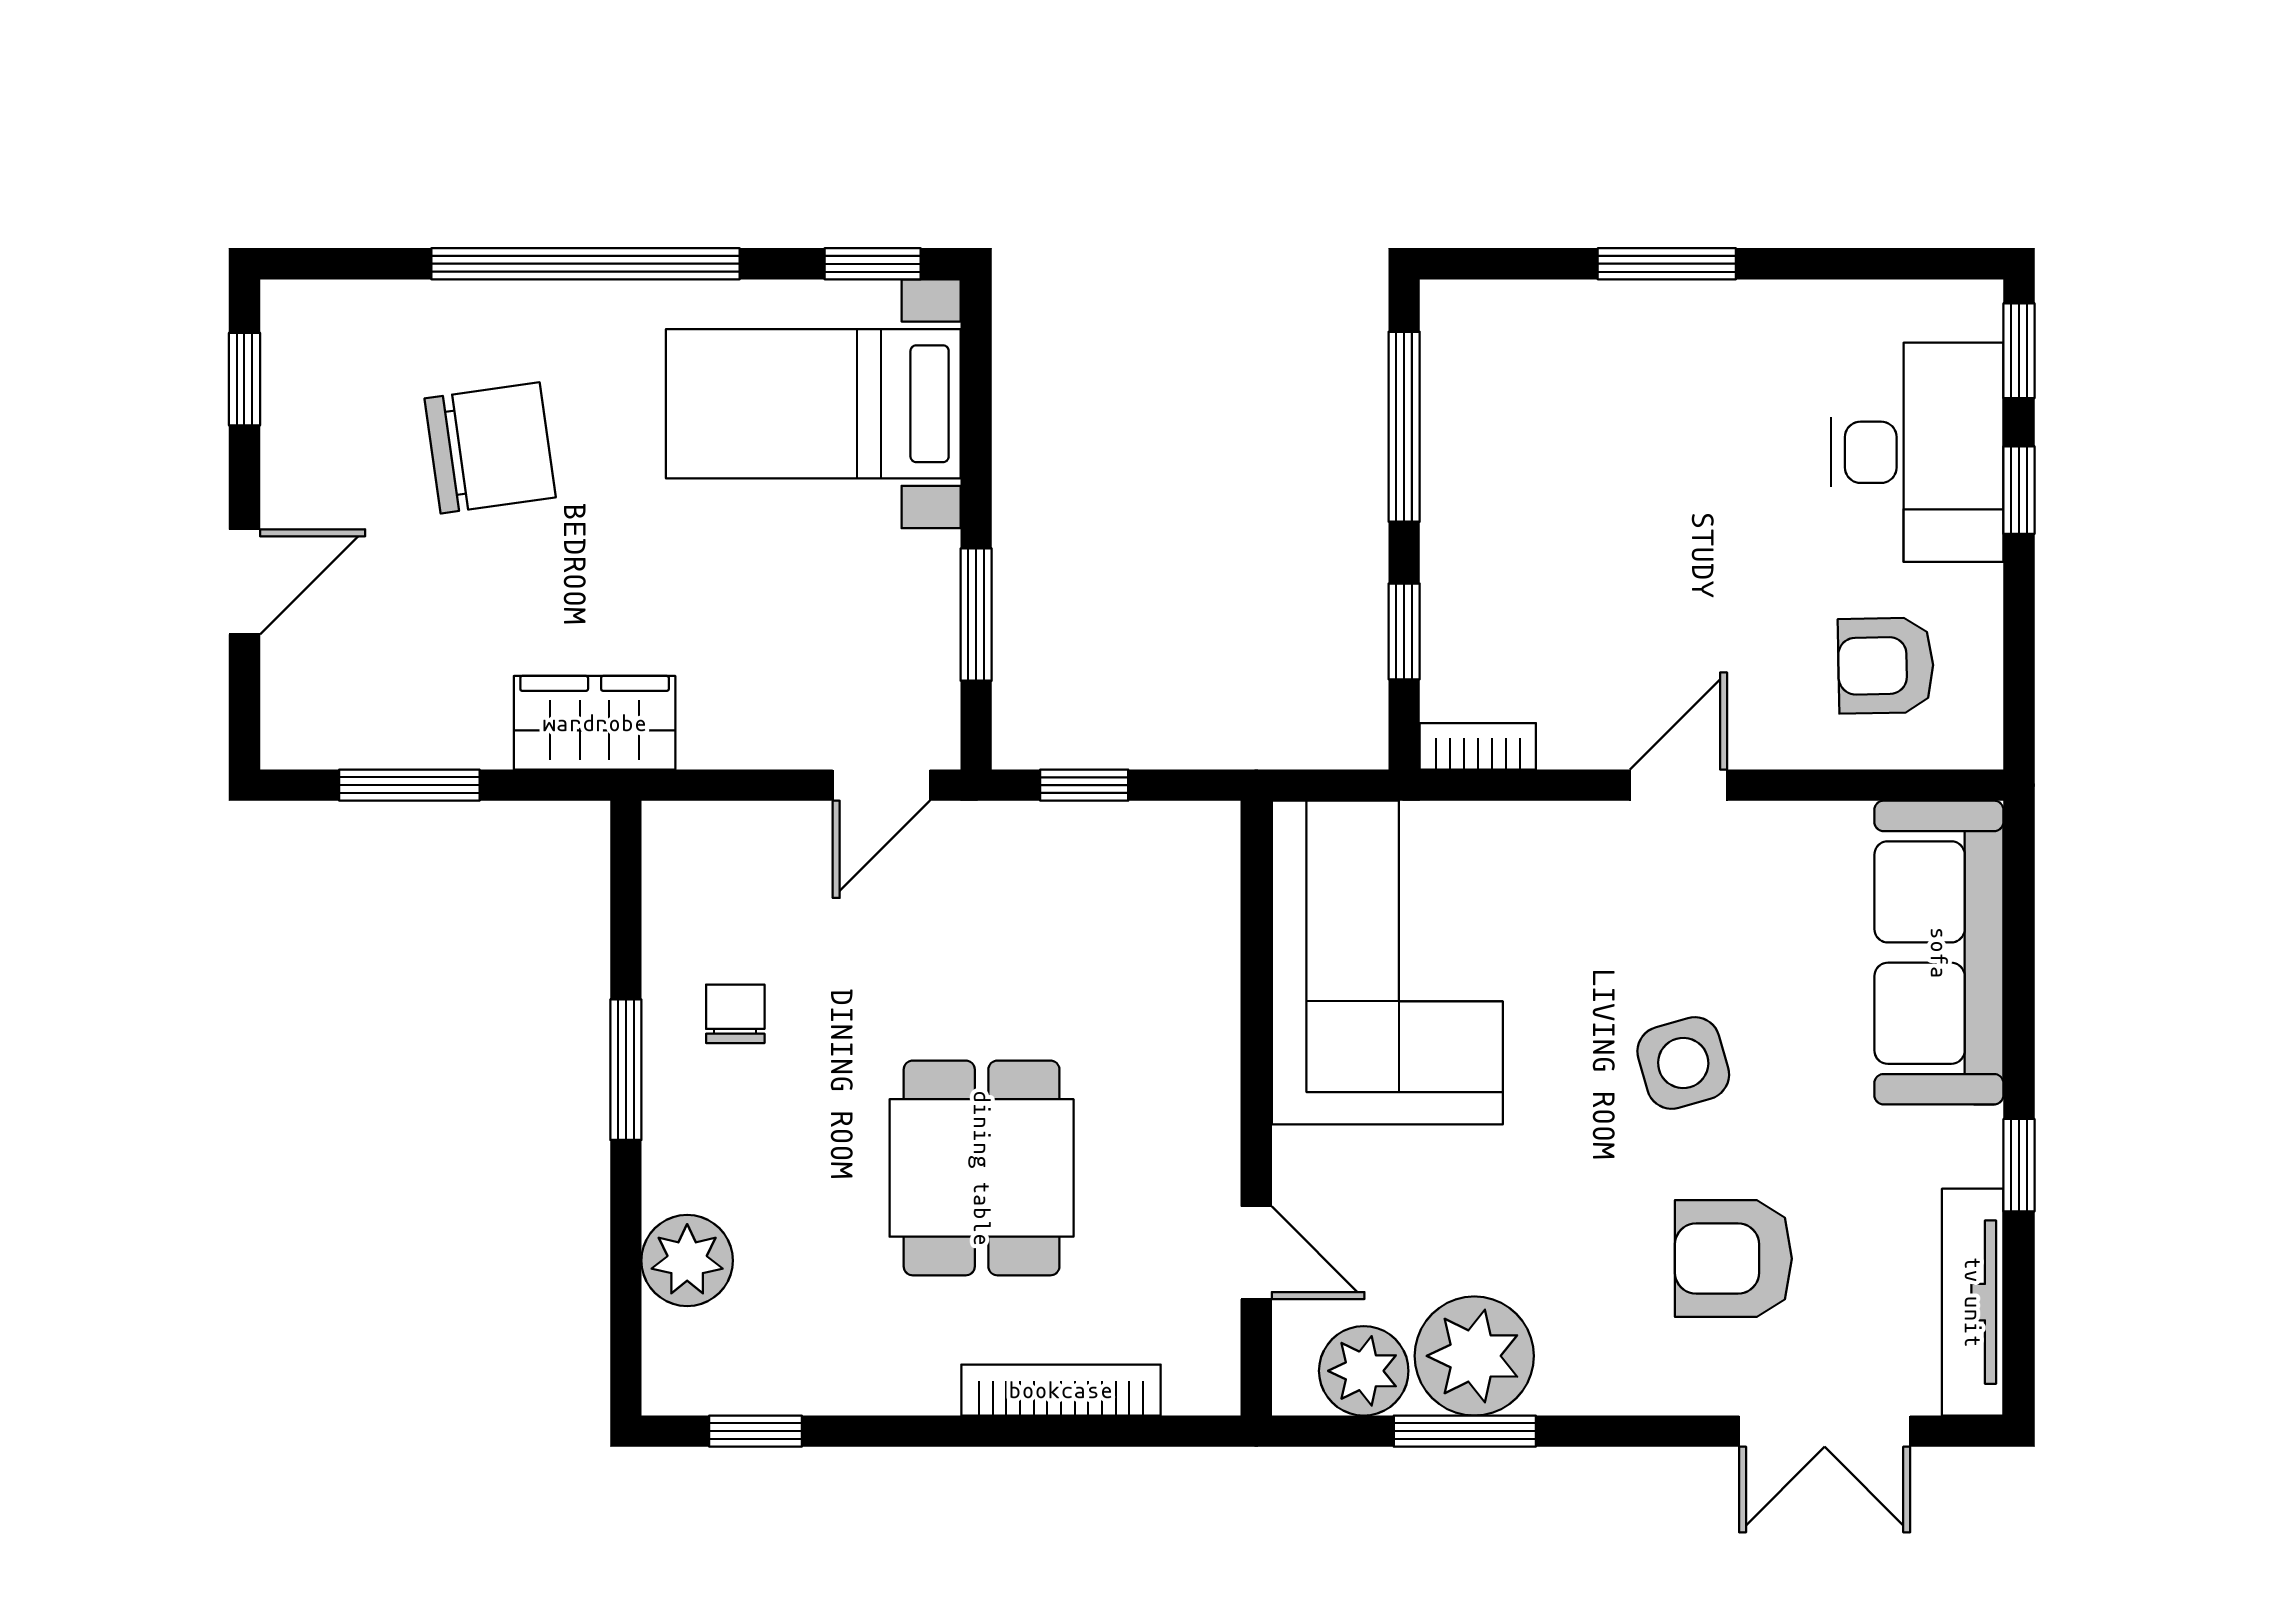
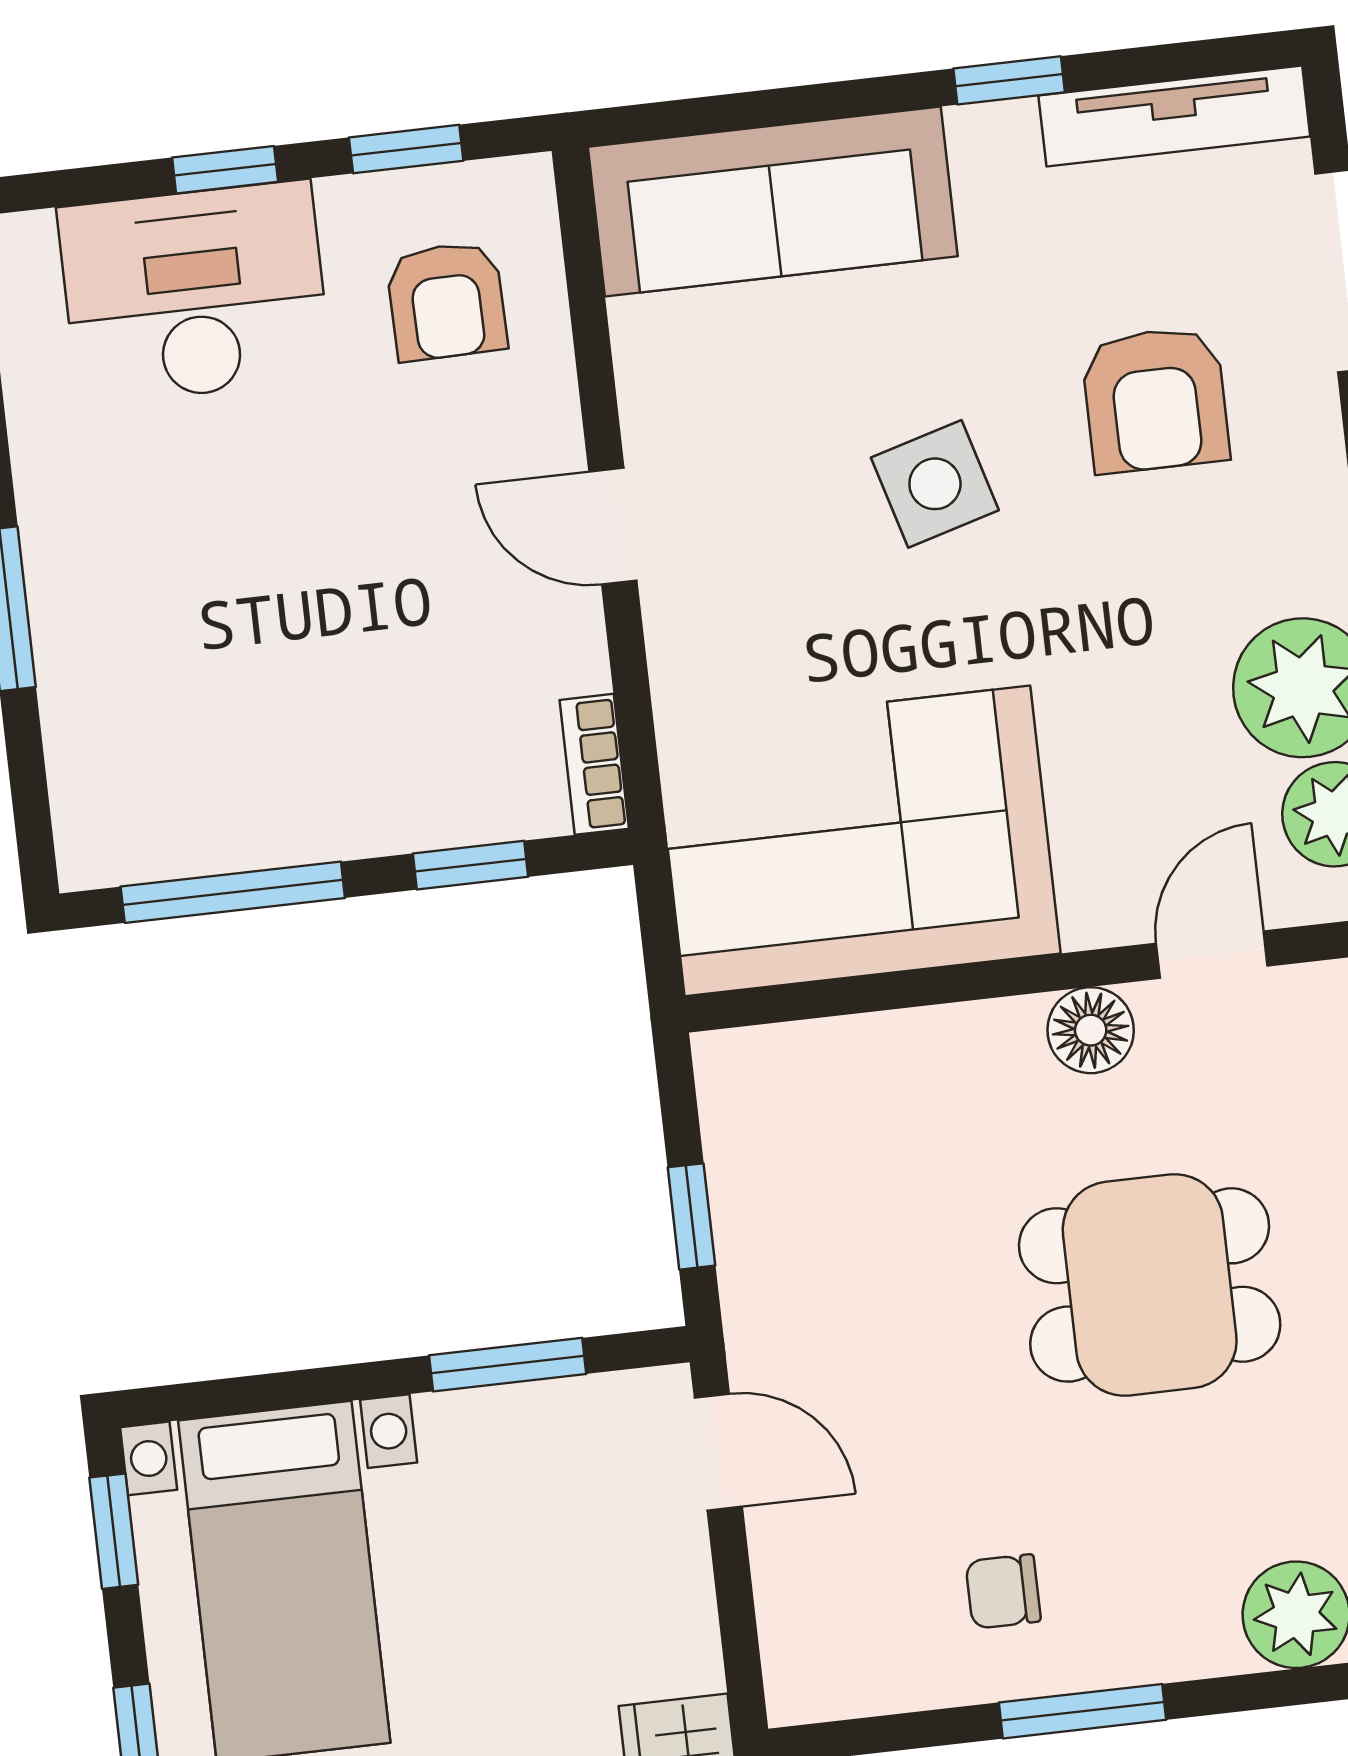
window: (2019, 351) -> (406, 149), moved
floor lamp: (1204, 1143) -> (1091, 1030), added

